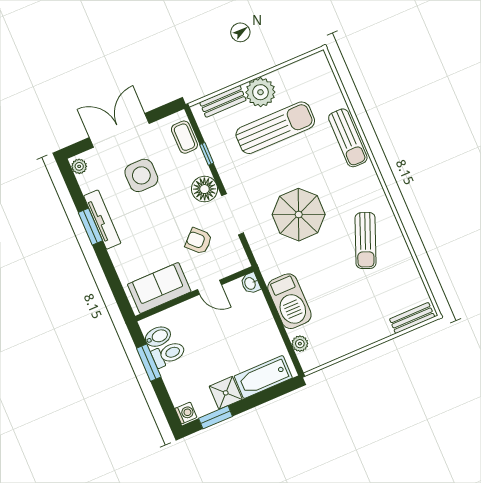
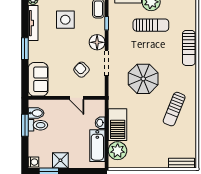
sun lounger: (275, 128) -> (151, 25), width x0.73, depth x0.75
tv unit: (102, 220) -> (33, 23), moved
window: (90, 227) -> (25, 49), moved
washbasin: (250, 283) -> (100, 123), moved
sofa: (159, 288) -> (38, 79), moved, turned 90
plant: (300, 344) -> (118, 151), width x1.87, depth x1.87
bathtub: (263, 377) -> (97, 146), moved, turned -90

